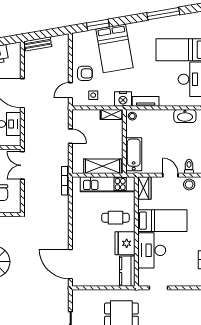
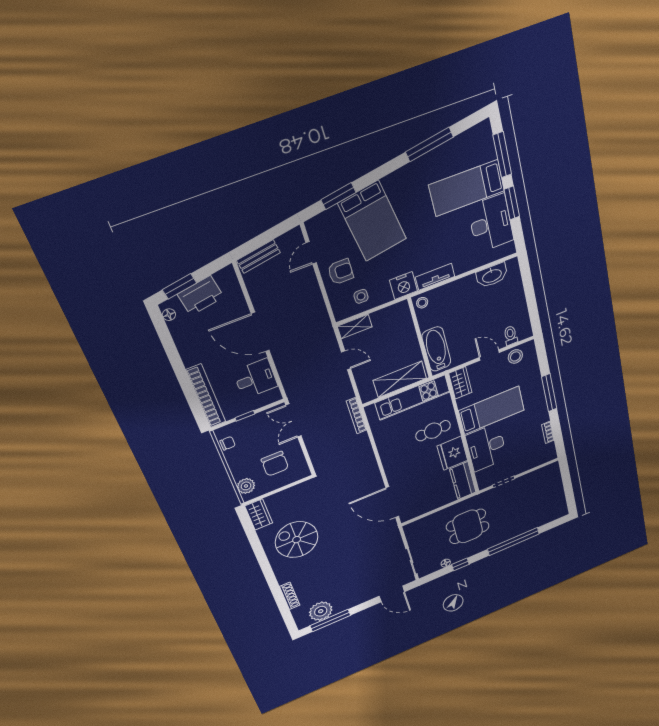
door: (70, 90) -> (311, 253), moved
shelving: (112, 114) -> (355, 326), moved

